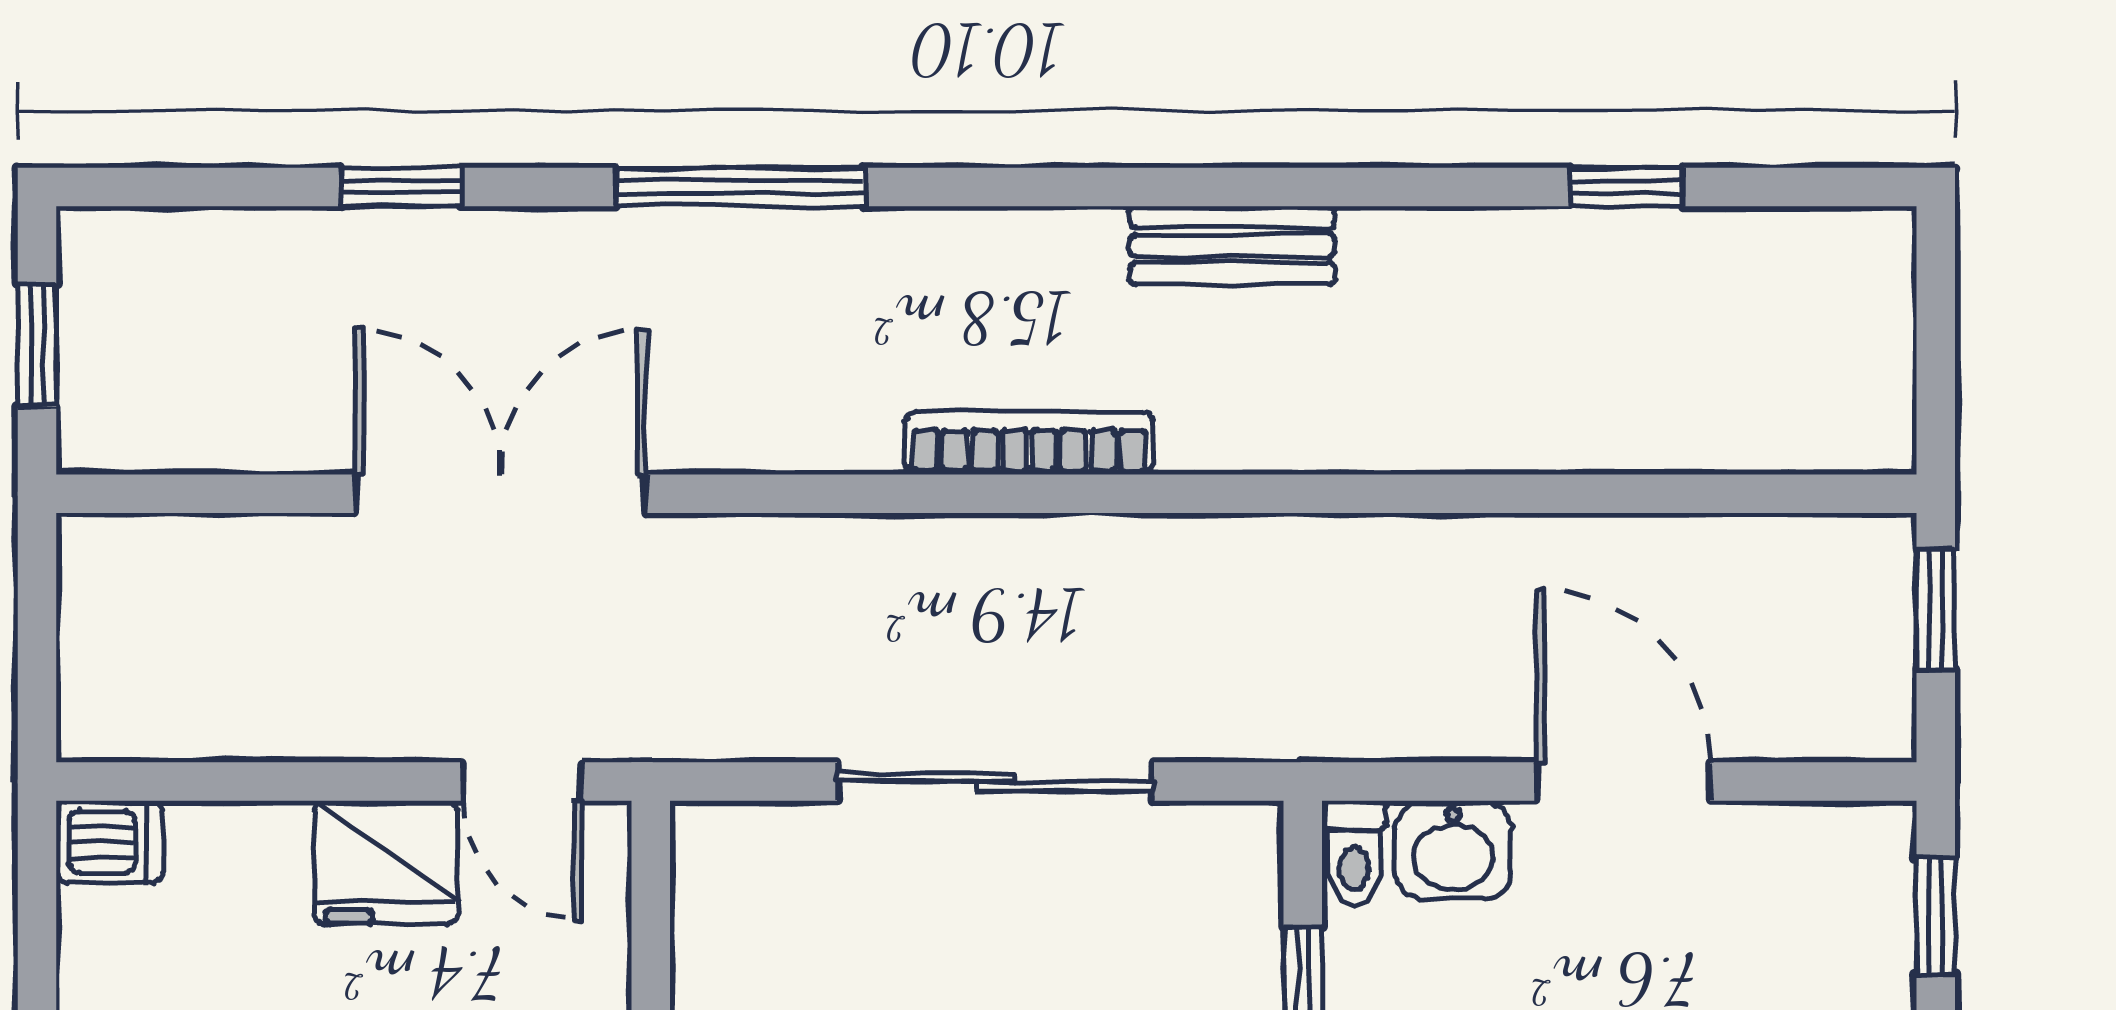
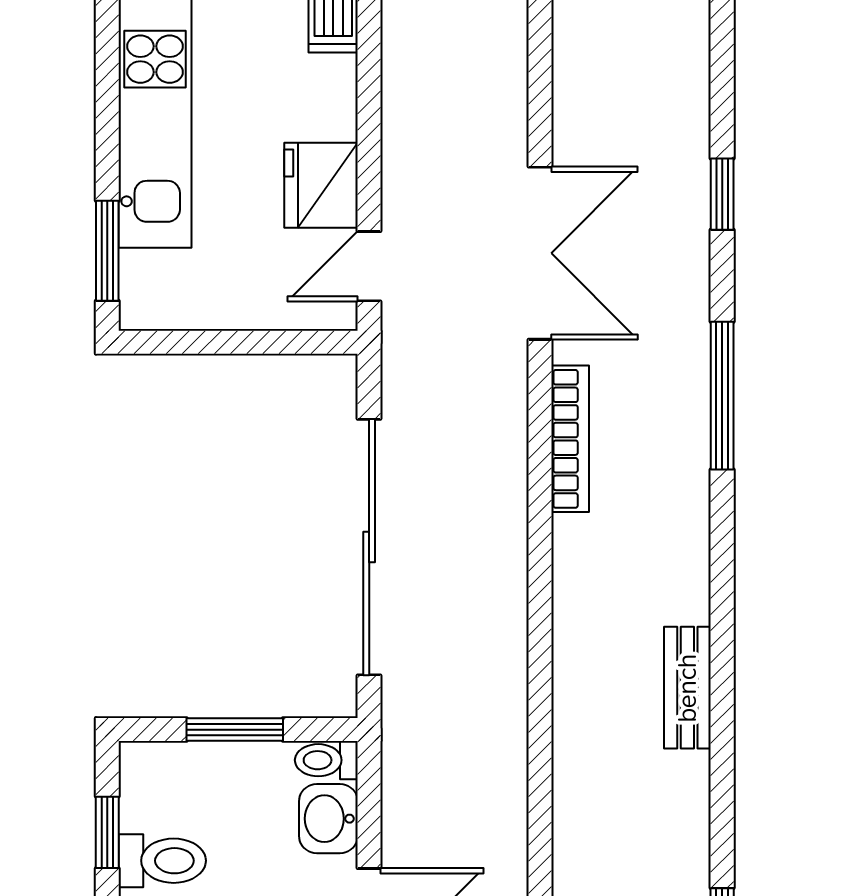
bookcase: (1029, 443) -> (570, 439), moved
sliding door: (995, 782) -> (369, 547), width x1.36

